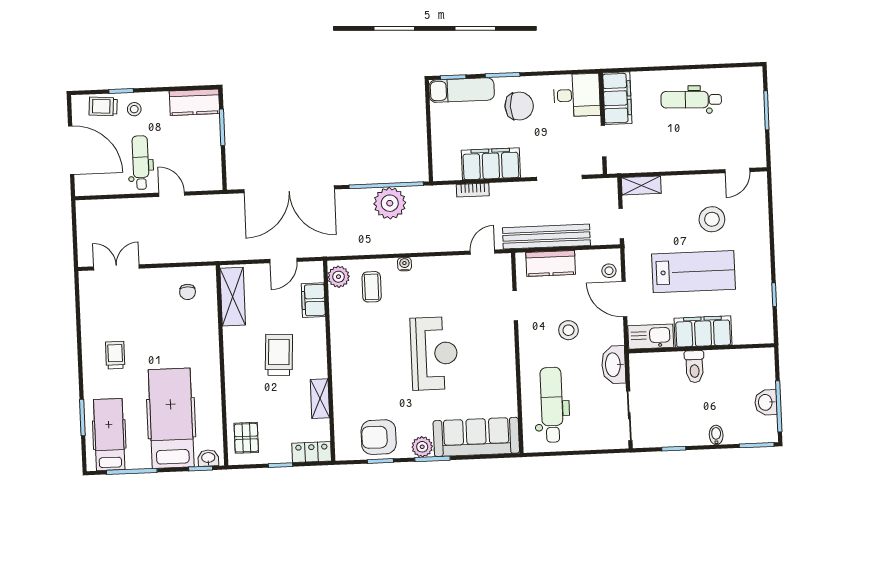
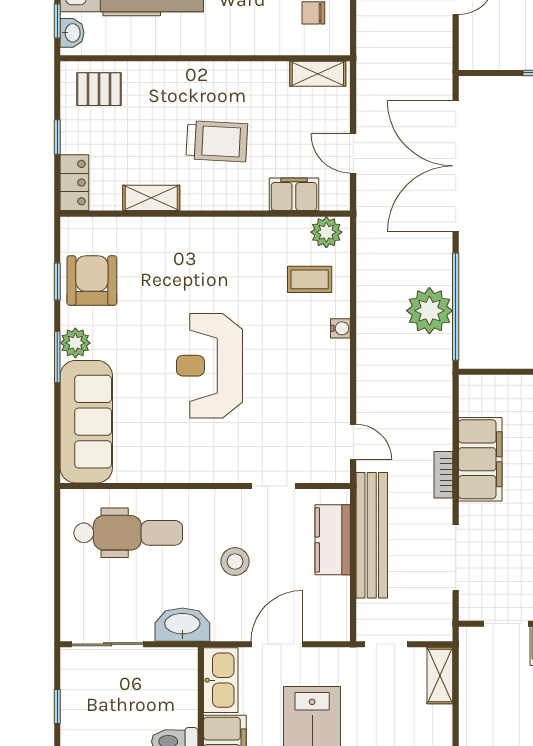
bookcase: (473, 190) -> (443, 475), moved
stool: (609, 271) -> (319, 624), removed
shelving: (233, 297) -> (318, 74), width x0.67, depth x0.75
reception desk: (434, 353) -> (210, 366), turned 90

